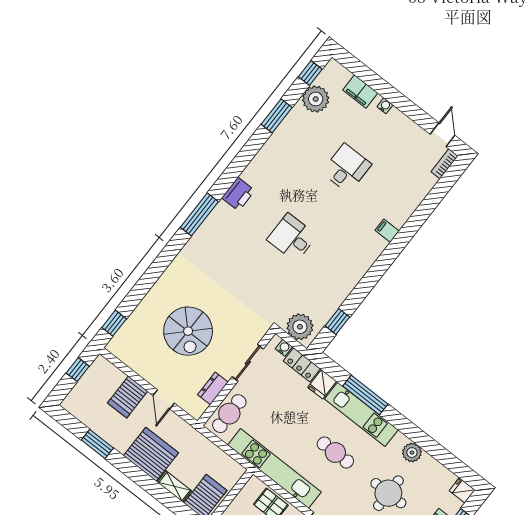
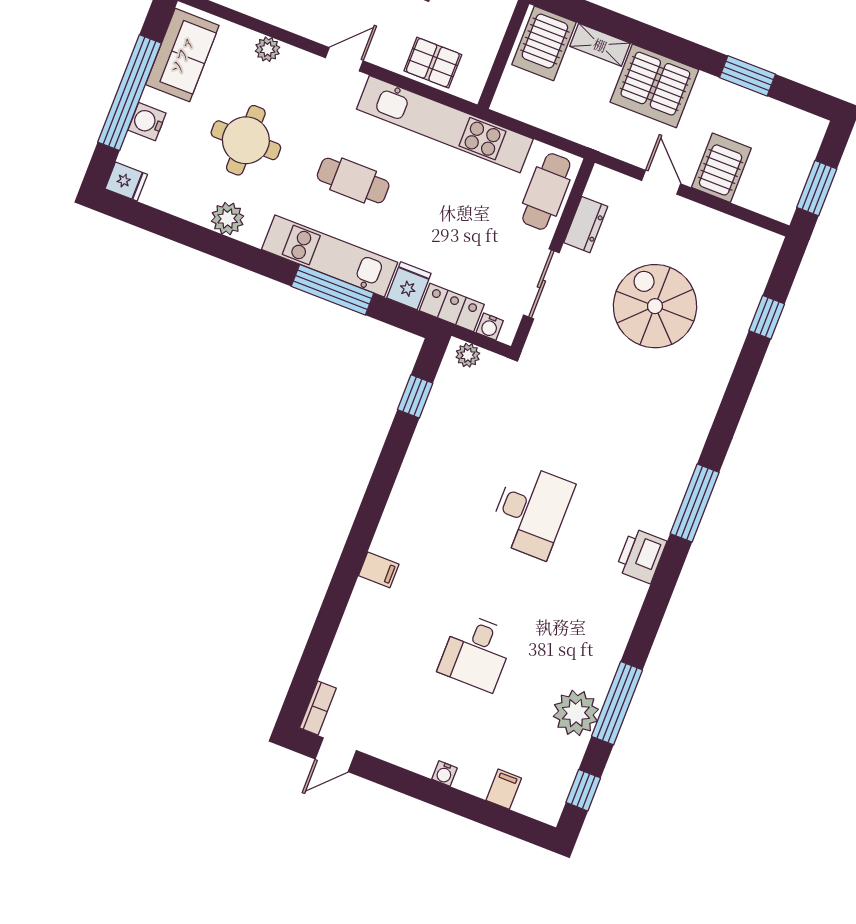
filing cabinet: (360, 92) -> (504, 789), width x0.50
plant: (316, 99) -> (576, 713), moved
window: (277, 116) -> (617, 703), width x1.44
door: (442, 135) -> (336, 755), hinge flipped
desk: (292, 238) -> (531, 511), width x1.37
window: (114, 323) -> (767, 317), moved
plant: (300, 327) -> (468, 355), width x0.53, depth x0.53
window: (78, 370) -> (817, 188), width x1.50

